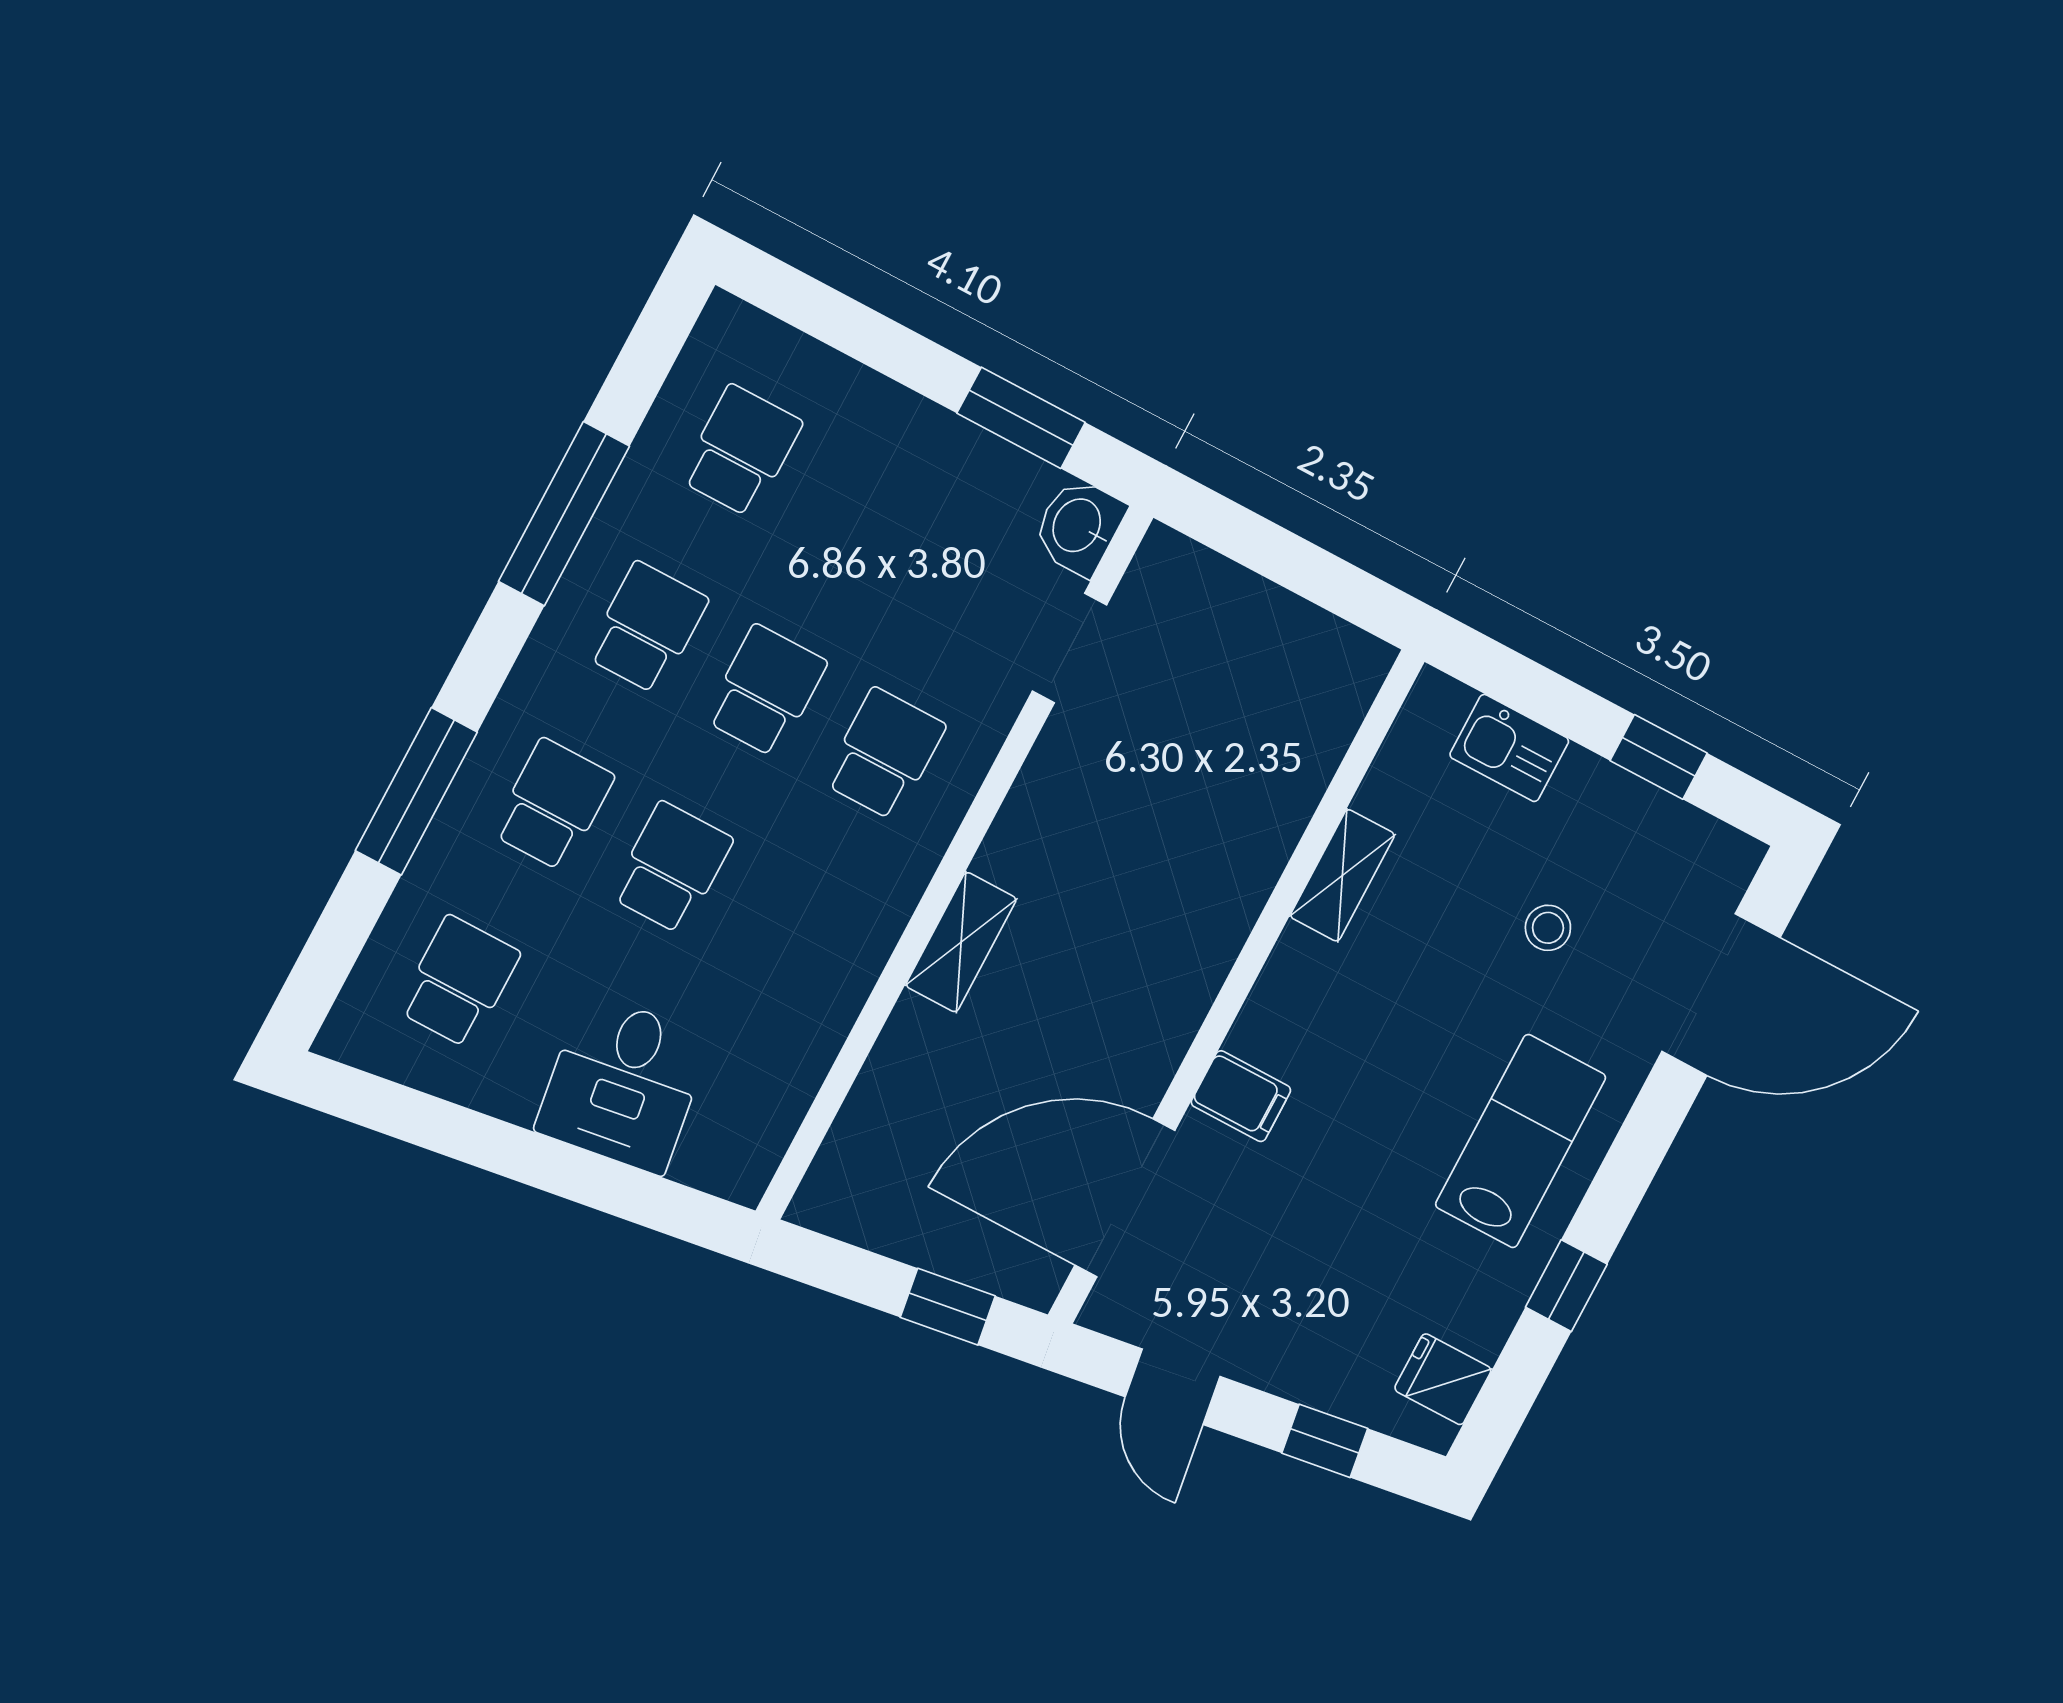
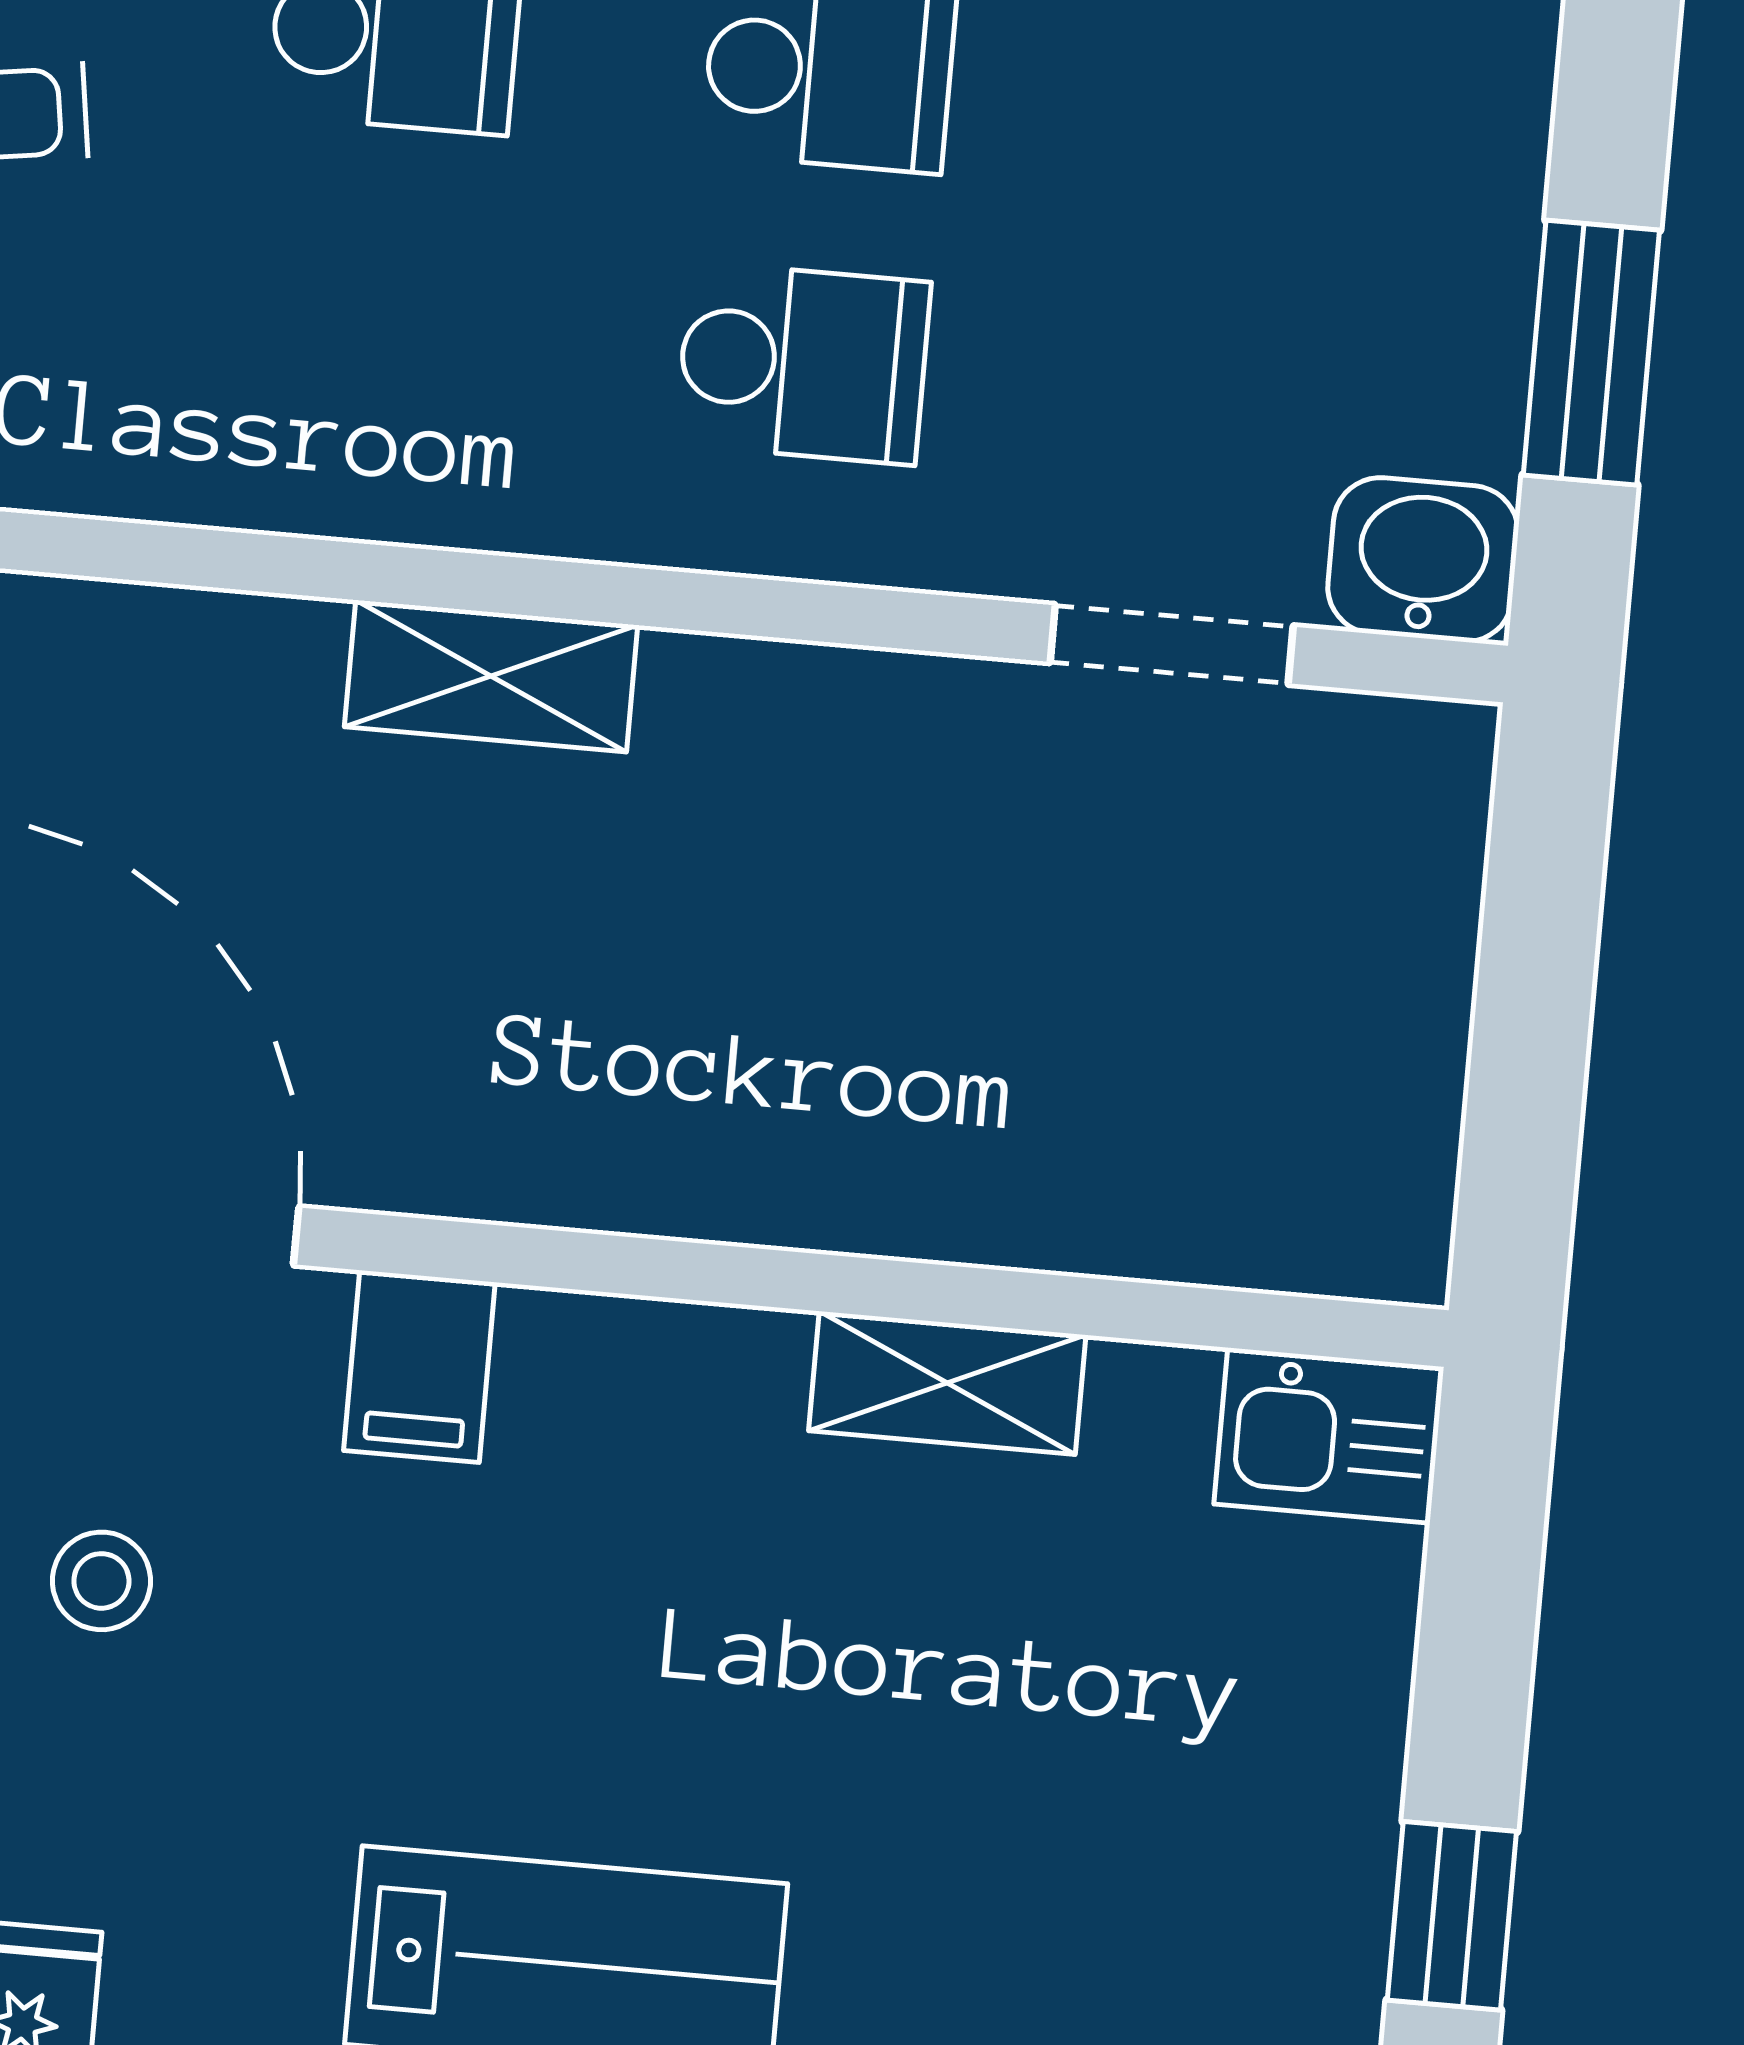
kitchen sink: (1509, 748) -> (1329, 1435), moved, turned -90
stool: (1548, 928) -> (101, 1581), moved

